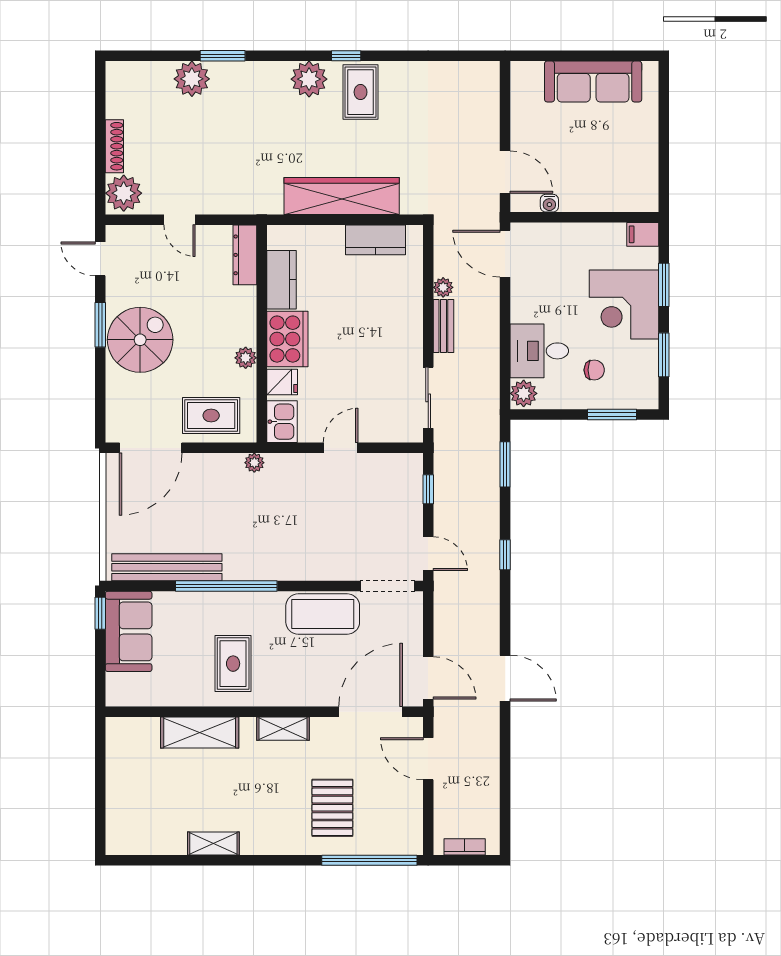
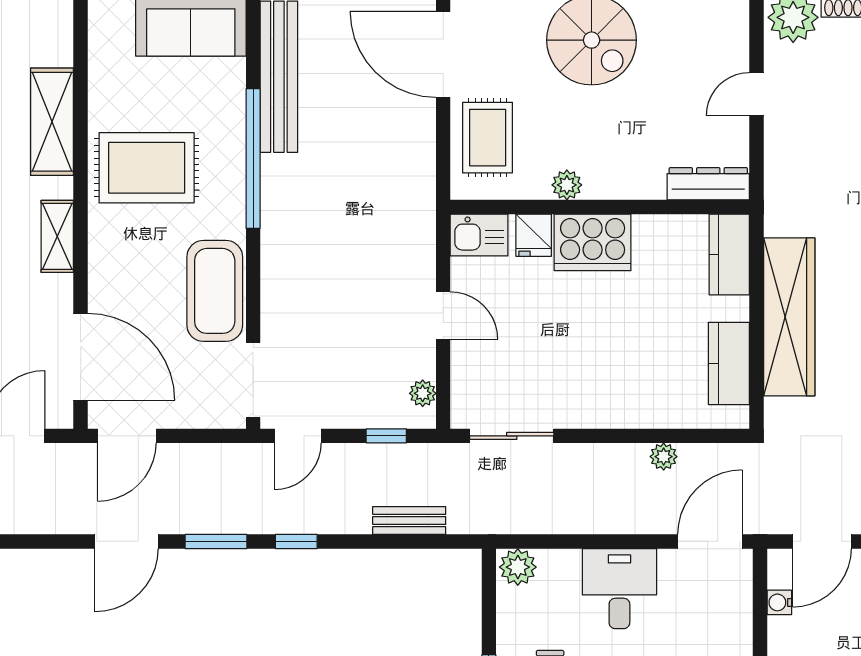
kitchen counter: (281, 280) -> (729, 254), moved, turned 90
bench: (443, 326) -> (409, 521), moved
desk: (539, 351) -> (619, 589), moved
plant: (254, 463) -> (423, 393), moved
window: (505, 464) -> (216, 541), moved
rug: (233, 664) -> (147, 168), width x1.36, depth x1.43

